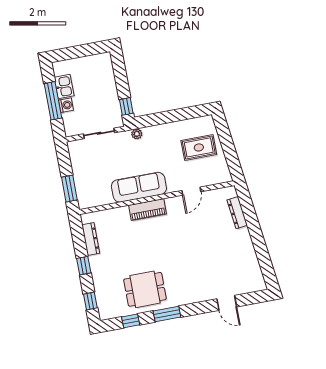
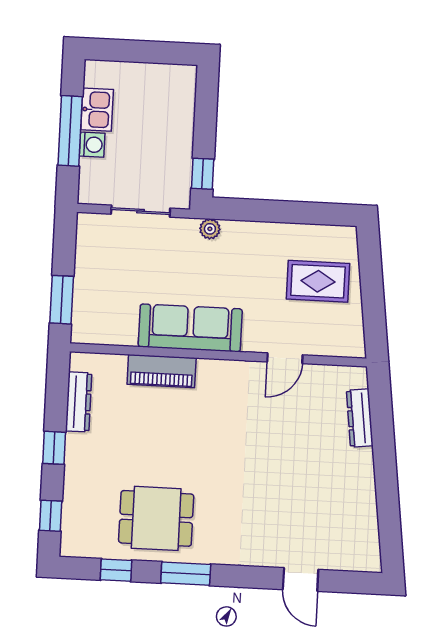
piano: (148, 210) -> (162, 371), moved

